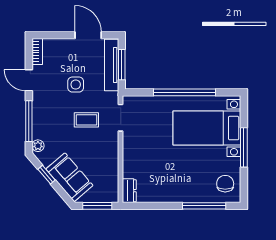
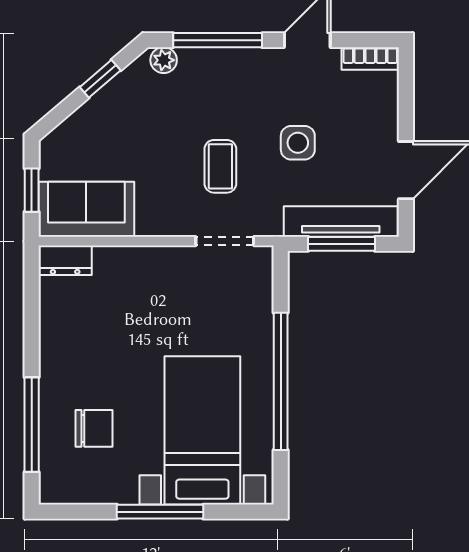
sofa: (69, 177) -> (86, 209), moved, turned -139
chair: (225, 184) -> (94, 428), moved
window: (97, 206) -> (32, 190), width x0.67

